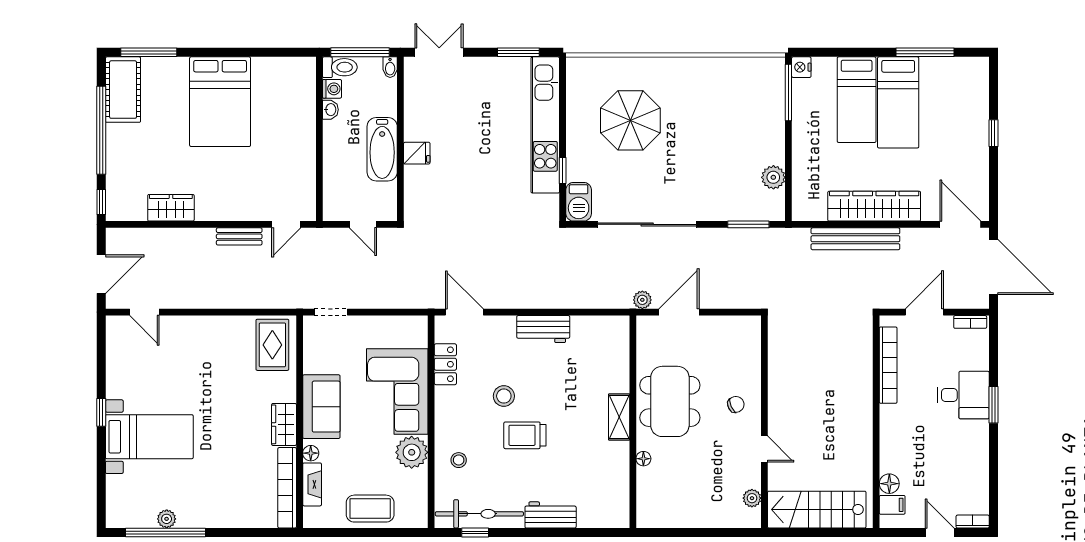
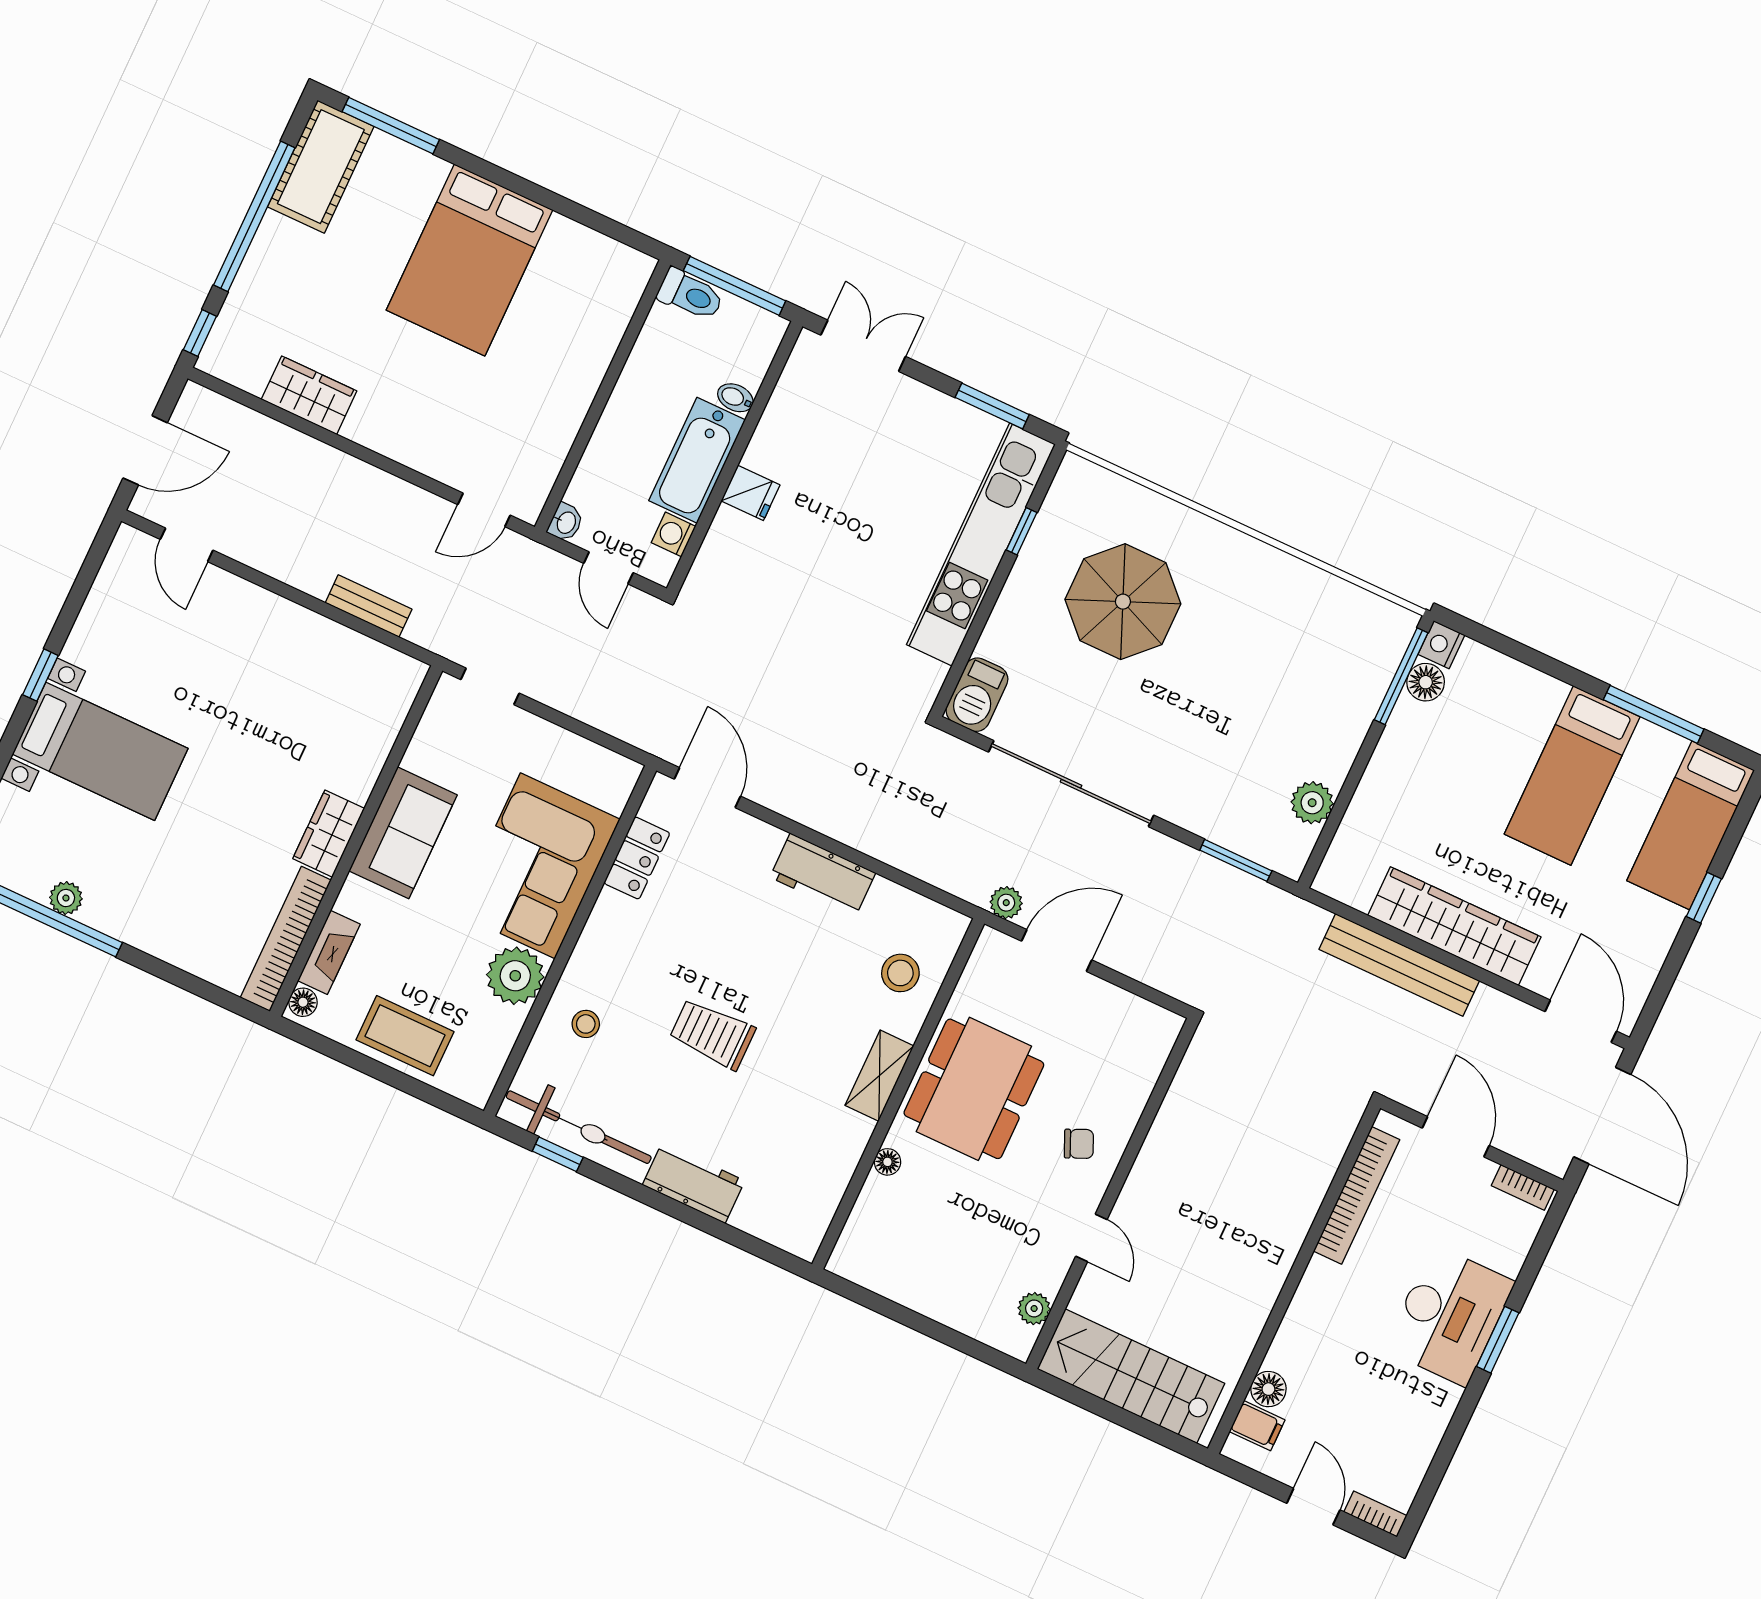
bidet: (390, 67) -> (735, 398), moved, turned 90
washing machine: (332, 89) -> (674, 534), moved, turned 180
floor lamp: (802, 90) -> (1426, 682), added
bed: (857, 100) -> (1691, 825), moved
washbasin: (330, 110) -> (566, 522), moved
window: (563, 171) -> (1022, 531), moved
bench: (239, 236) -> (369, 606), moved
door: (924, 312) -> (1456, 1137), hinge flipped
rug: (272, 345) -> (370, 695), removed
desk: (963, 395) -> (1449, 1315), width x1.37
stool: (504, 396) -> (900, 973), moved
floor lamp: (311, 453) -> (303, 1002), moved

